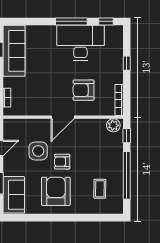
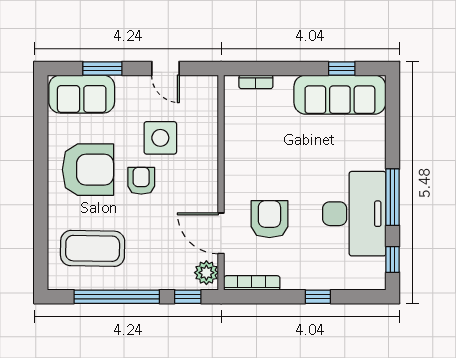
door: (63, 117) -> (221, 233), moved
coffee table: (100, 189) -> (93, 248), width x1.86, depth x1.72

